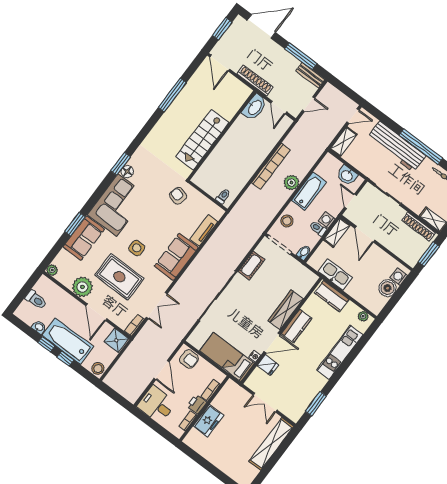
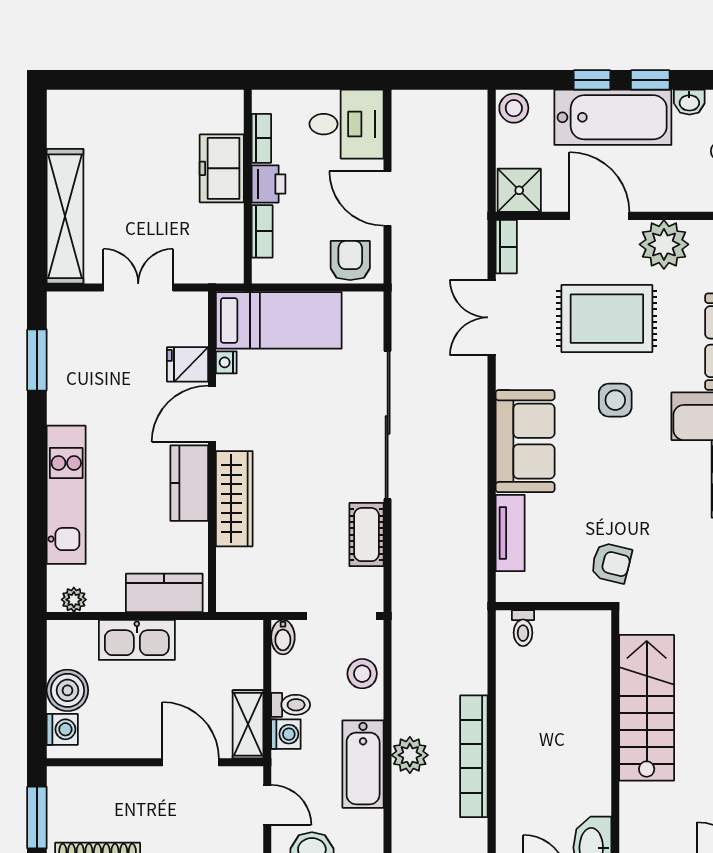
kitchen sink: (335, 275) -> (137, 640), moved
armchair: (189, 359) -> (350, 261), turned 90

